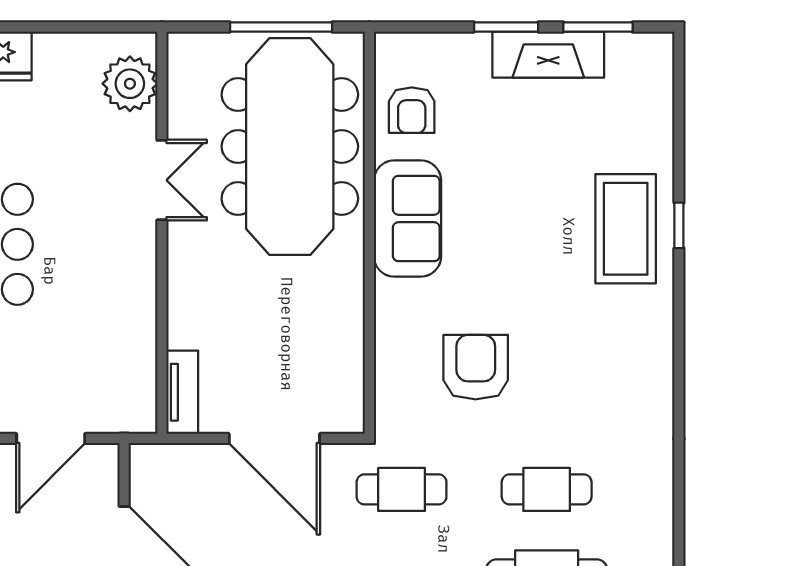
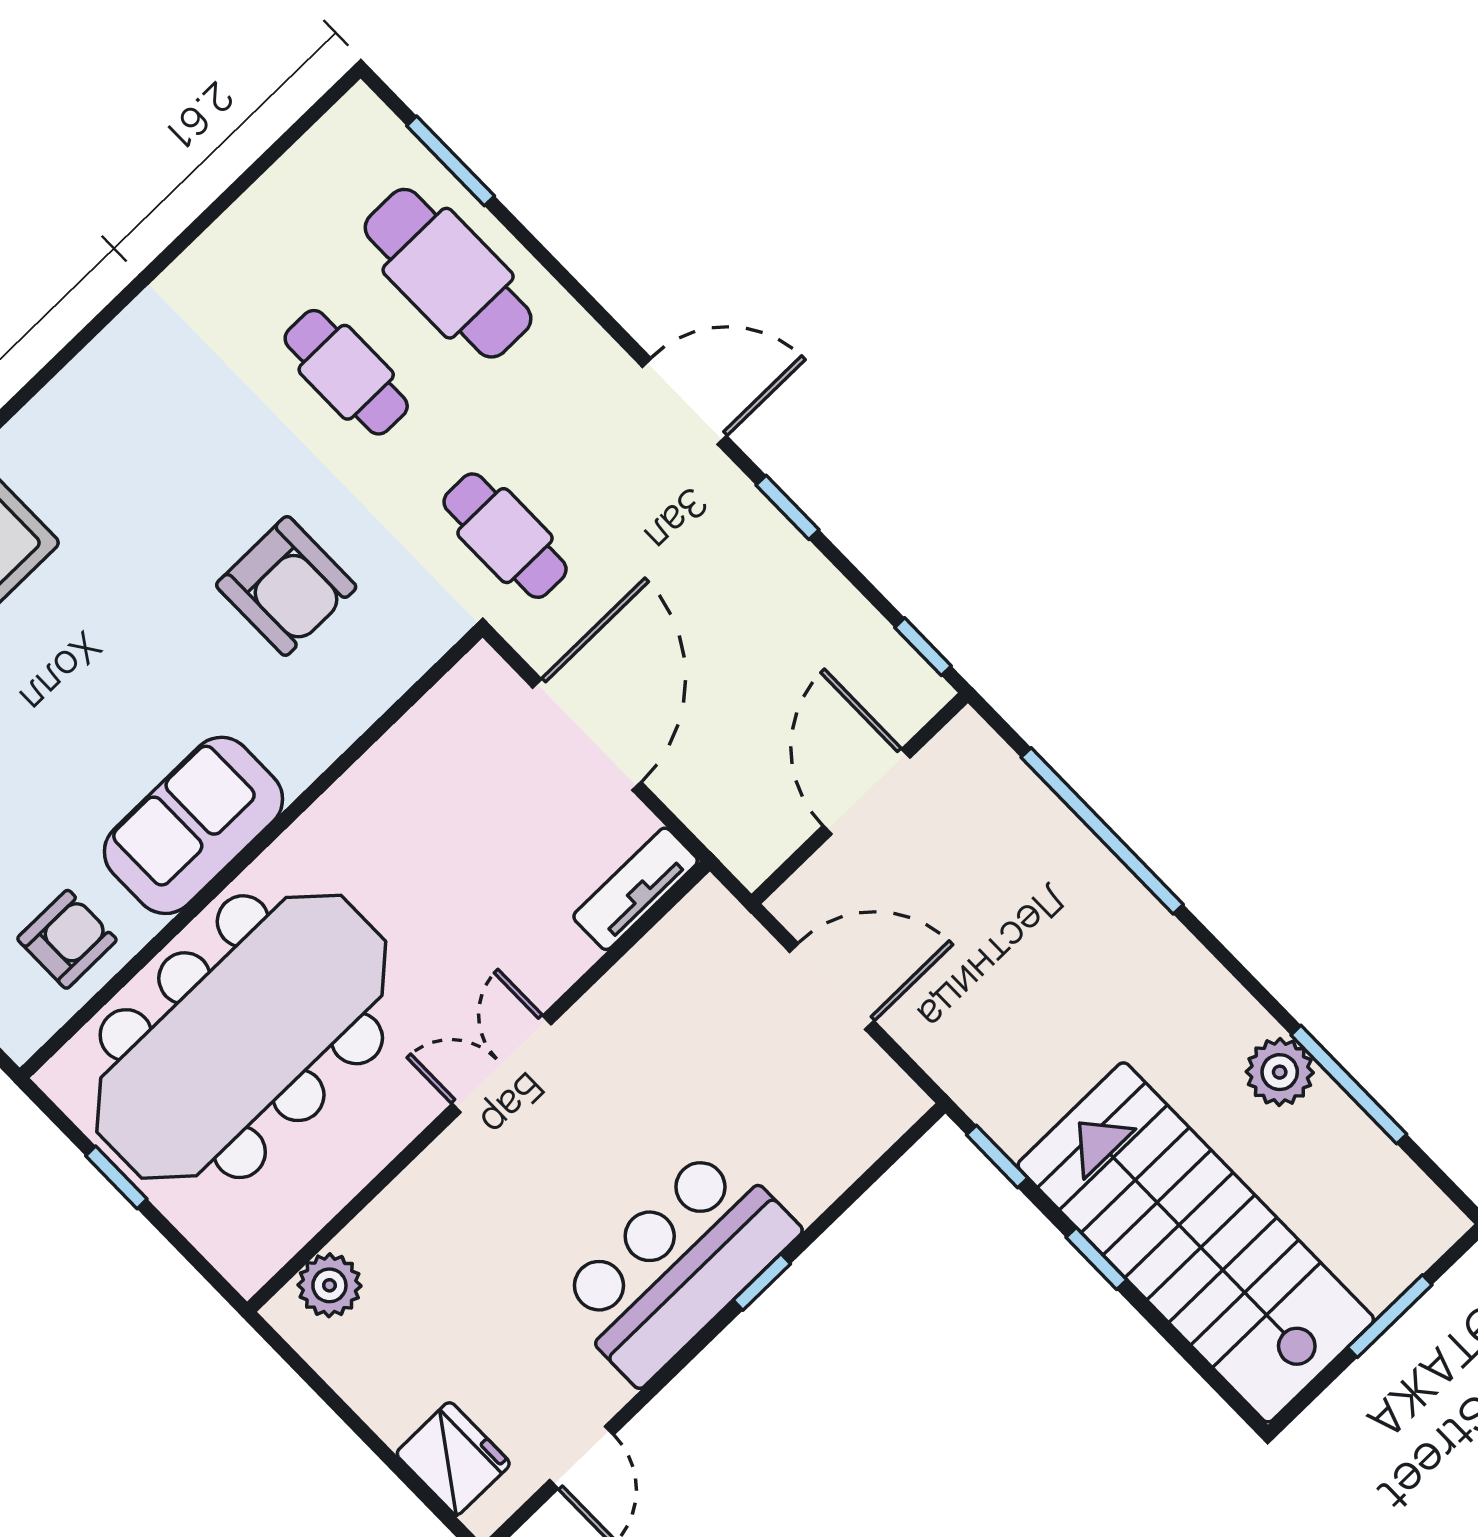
window: (281, 27) -> (116, 1177), width x0.46
plant: (130, 84) -> (329, 1285), width x0.73, depth x0.73
double door: (162, 180) -> (502, 1064), moved
armchair: (476, 367) -> (286, 586), turned -90

